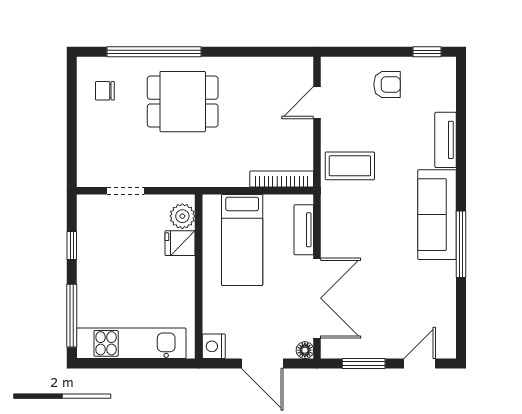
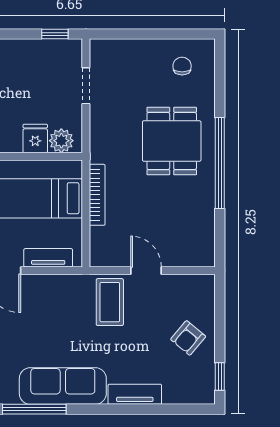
window: (154, 52) -> (220, 163), moved
armchair: (387, 84) -> (188, 338), turned 40
door: (317, 103) -> (146, 271), moved
bookcase: (282, 179) -> (97, 195), moved
window: (72, 246) -> (55, 34), moved

